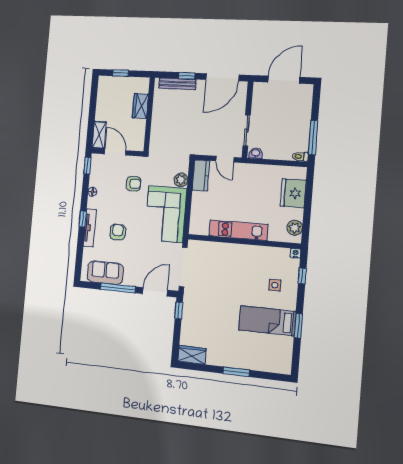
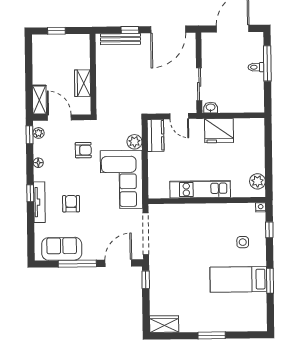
wardrobe: (140, 106) -> (83, 83), moved
window: (313, 138) -> (267, 63), moved
toilet: (300, 157) -> (256, 67), moved
plant: (95, 165) -> (39, 133), added
fridge: (293, 193) -> (219, 131), moved, turned -90

